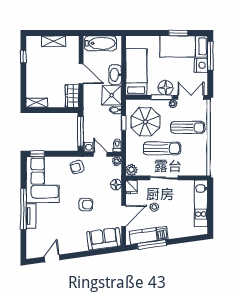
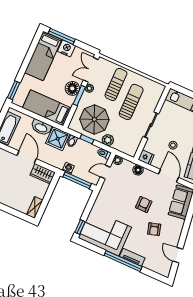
window: (178, 33) -> (14, 90), moved
door: (81, 74) -> (27, 157), hinge flipped
washing machine: (88, 147) -> (68, 168), moved
sun lounger: (162, 148) -> (131, 102), moved
armchair: (77, 167) -> (154, 229), moved
plant: (132, 170) -> (108, 140), moved

